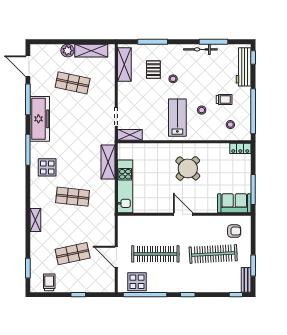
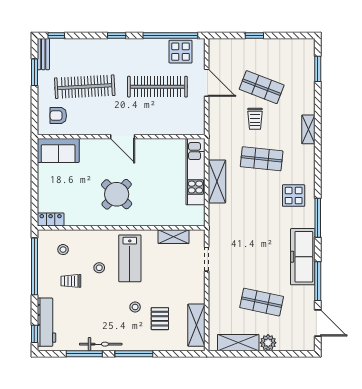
window: (153, 42) -> (134, 354), moved
shelving: (130, 135) -> (174, 237), moved
shelving: (108, 162) -> (217, 181), moved
window: (253, 190) -> (34, 168), removed
shop shelf: (73, 254) -> (262, 87), turned 33
trolley: (49, 282) -> (255, 119), moved

